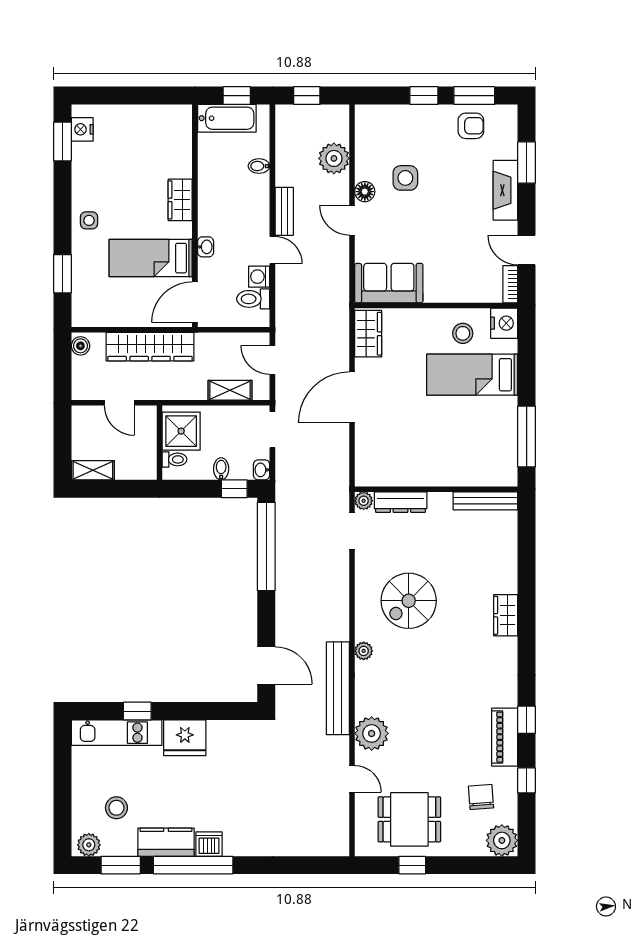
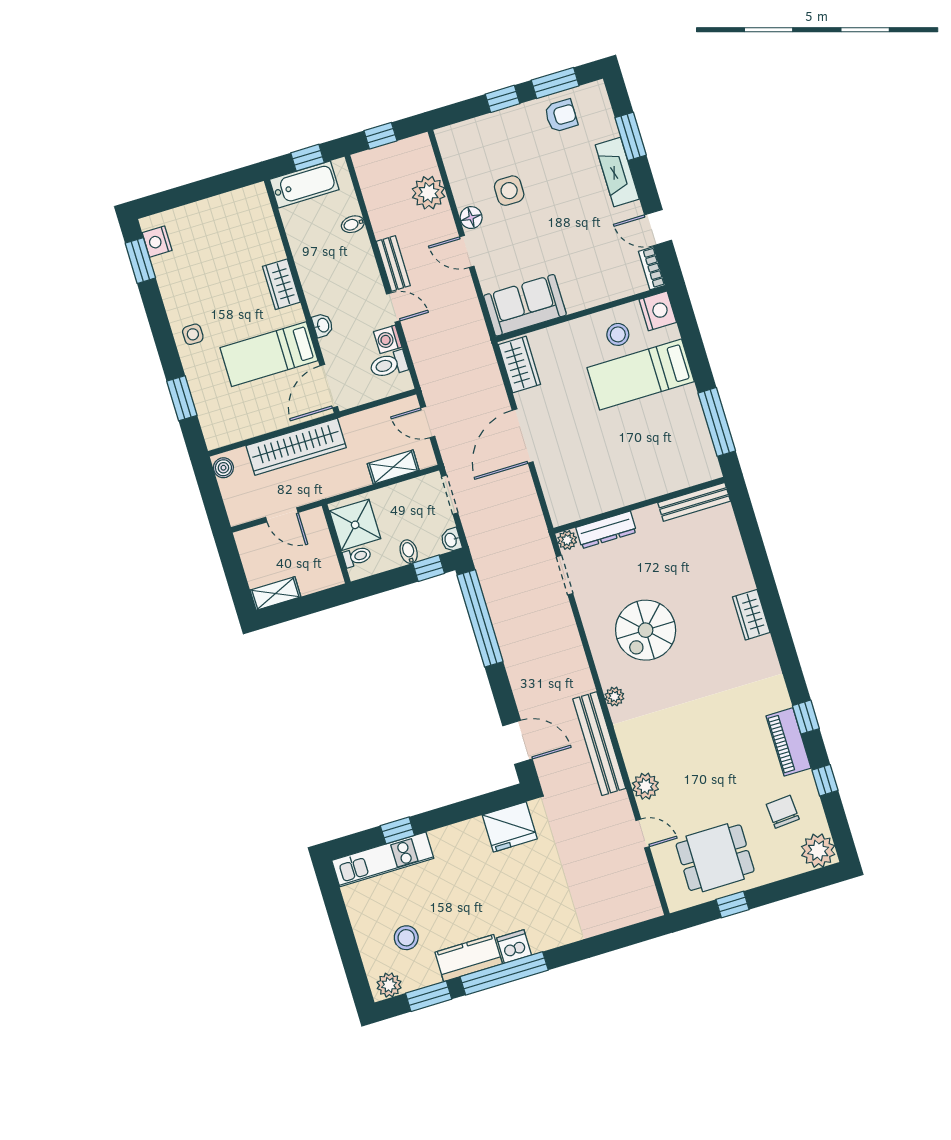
plant: (372, 733) -> (645, 786), width x0.73, depth x0.73
fridge: (185, 738) -> (510, 827), moved

